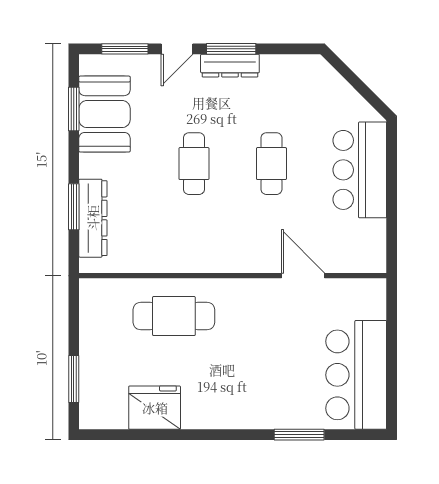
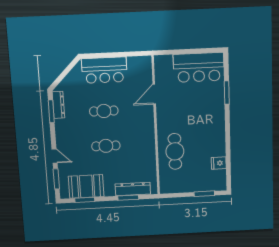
window: (231, 49) -> (51, 111), moved
dresser: (230, 66) -> (58, 105), moved
fridge: (155, 408) -> (219, 163), width x0.53, depth x0.75

